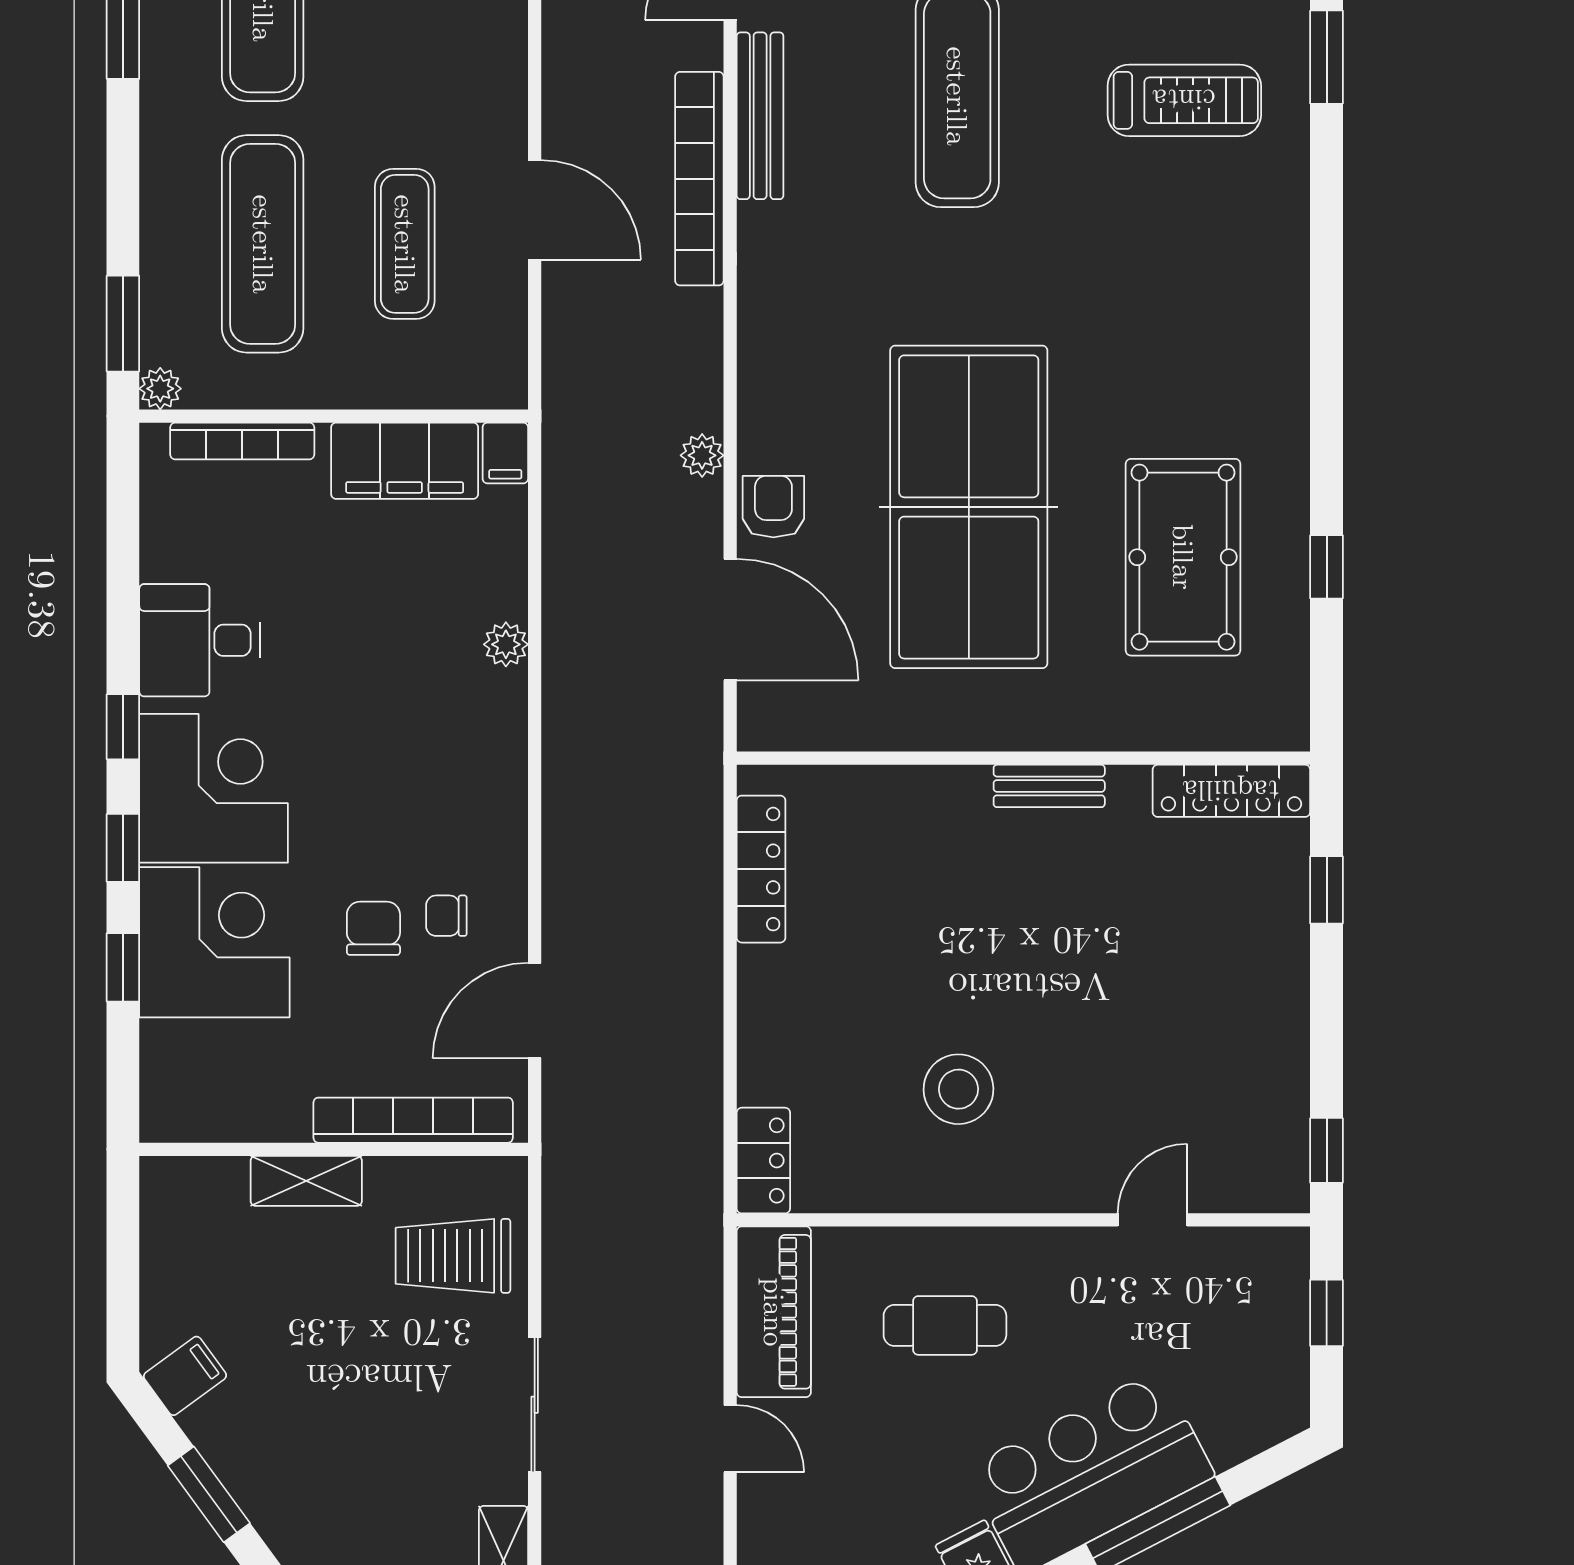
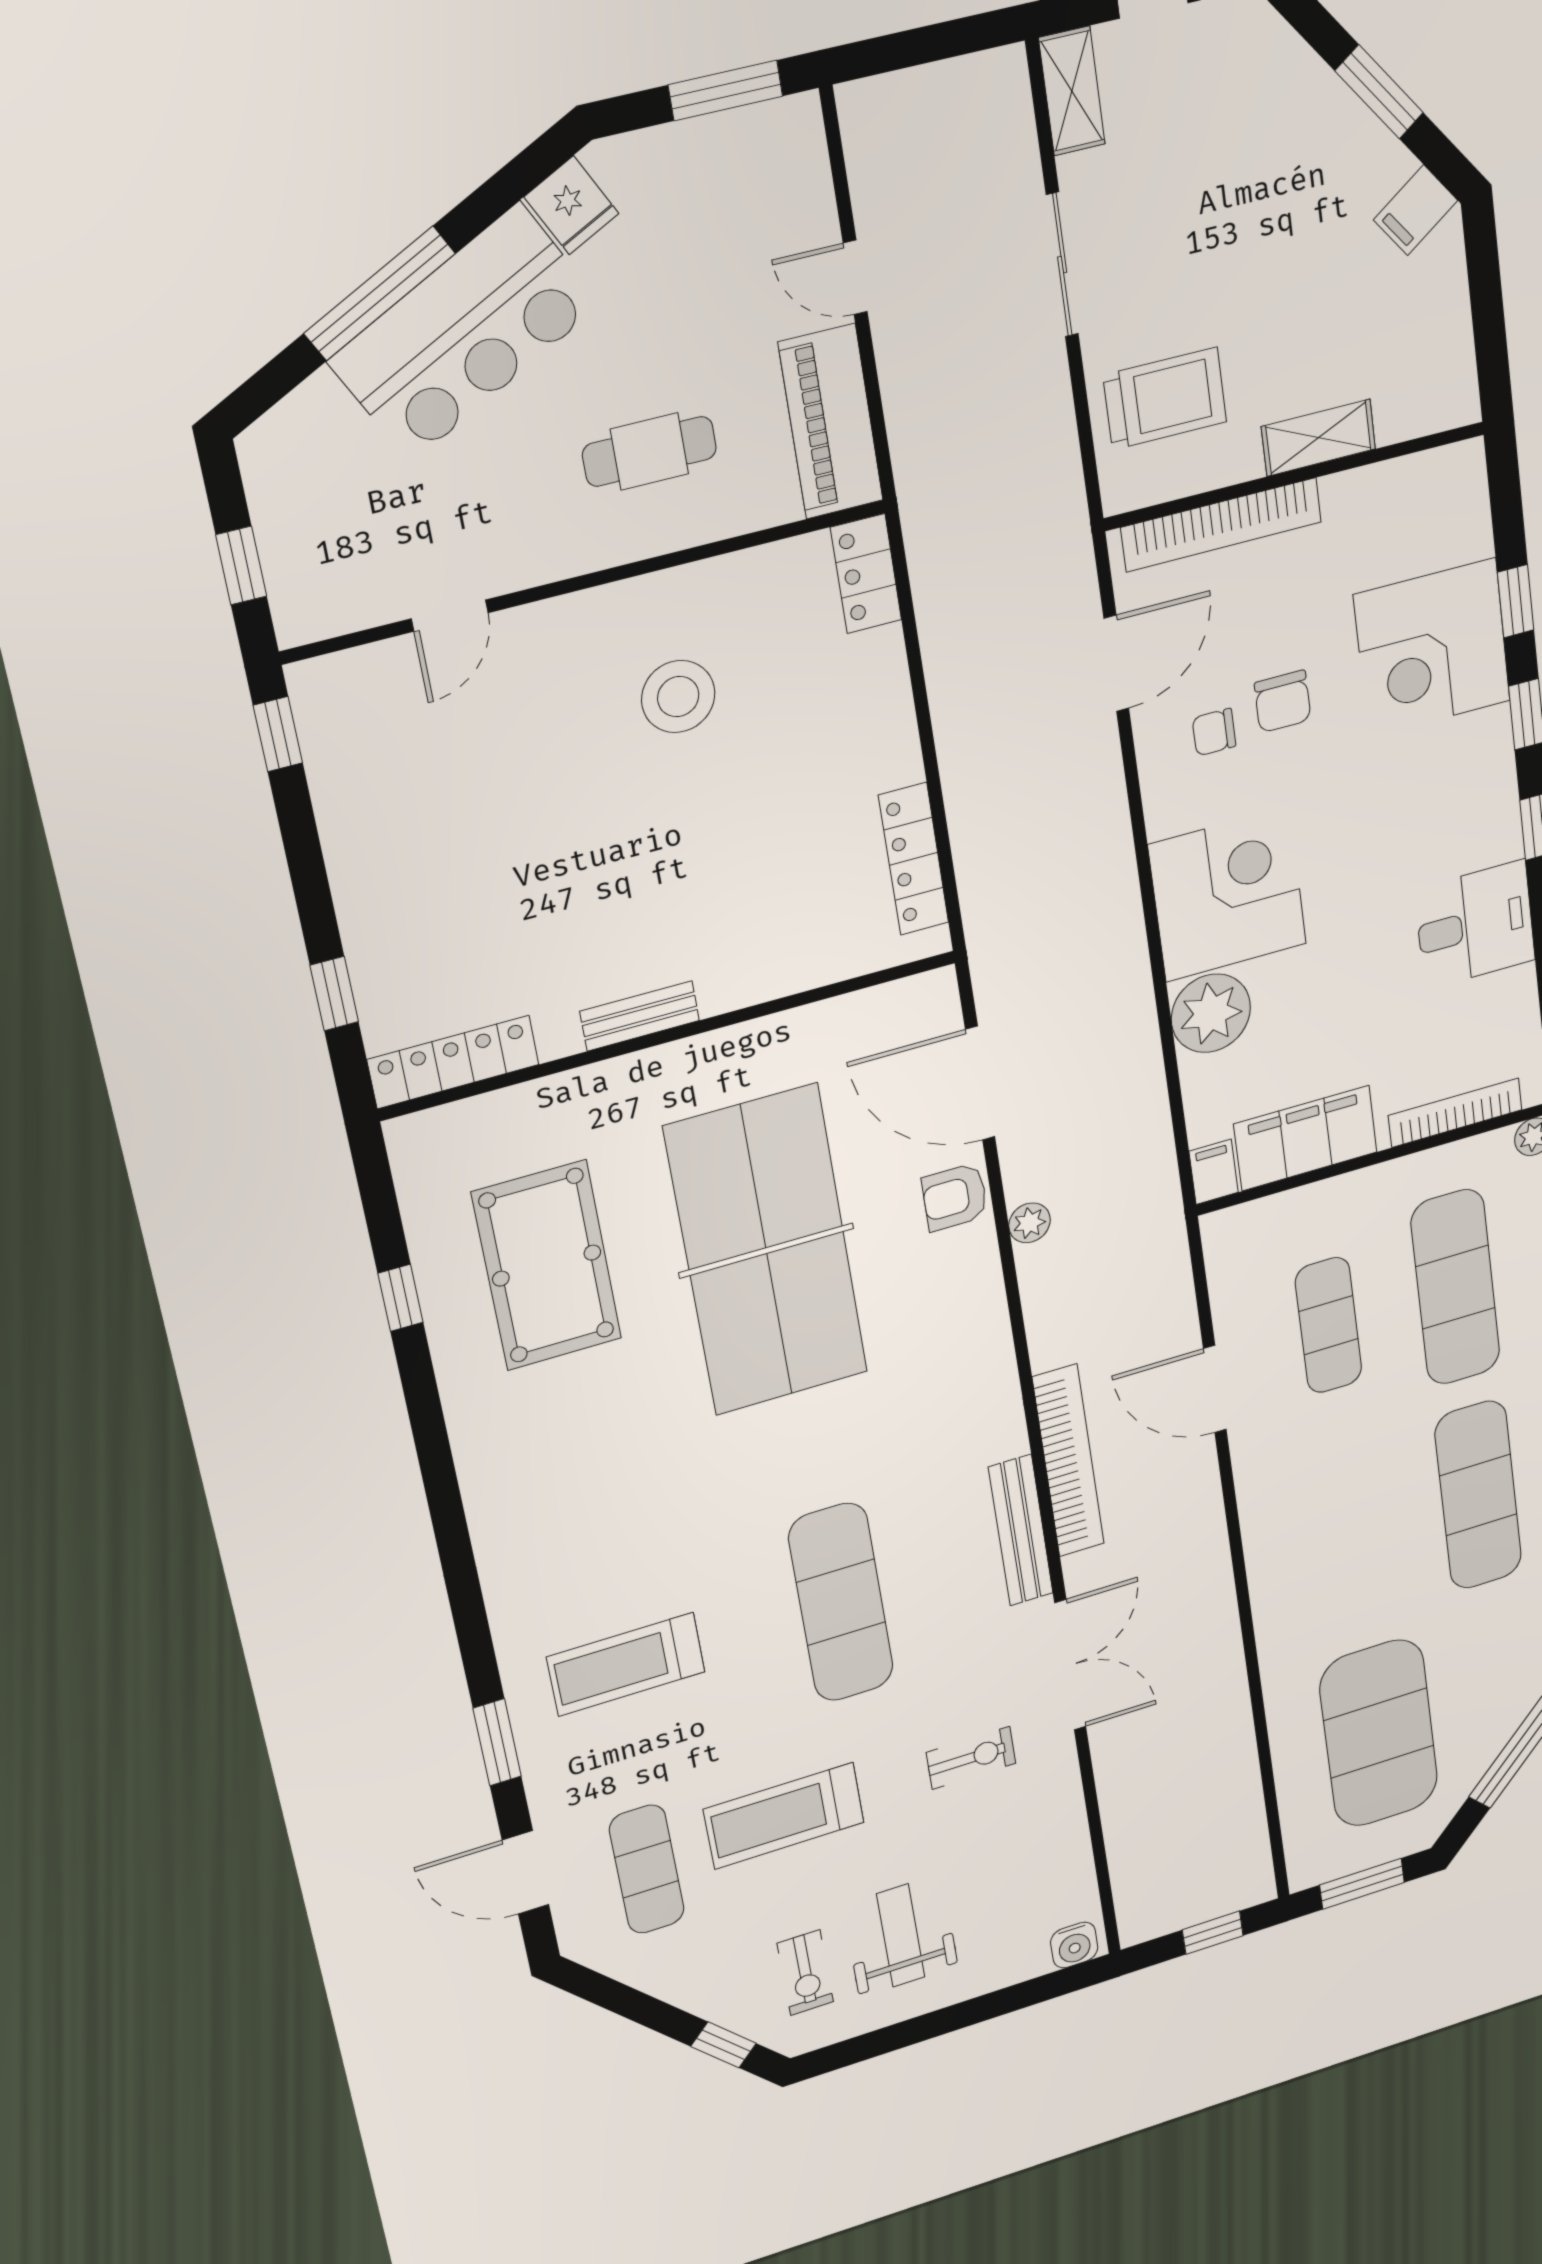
armchair: (773, 507) -> (955, 1197), turned 90
plant: (506, 644) -> (1211, 1013), width x1.88, depth x1.88
corner desk: (214, 788) -> (1227, 894), moved, turned 180
chair: (446, 916) -> (1214, 732), turned 180

